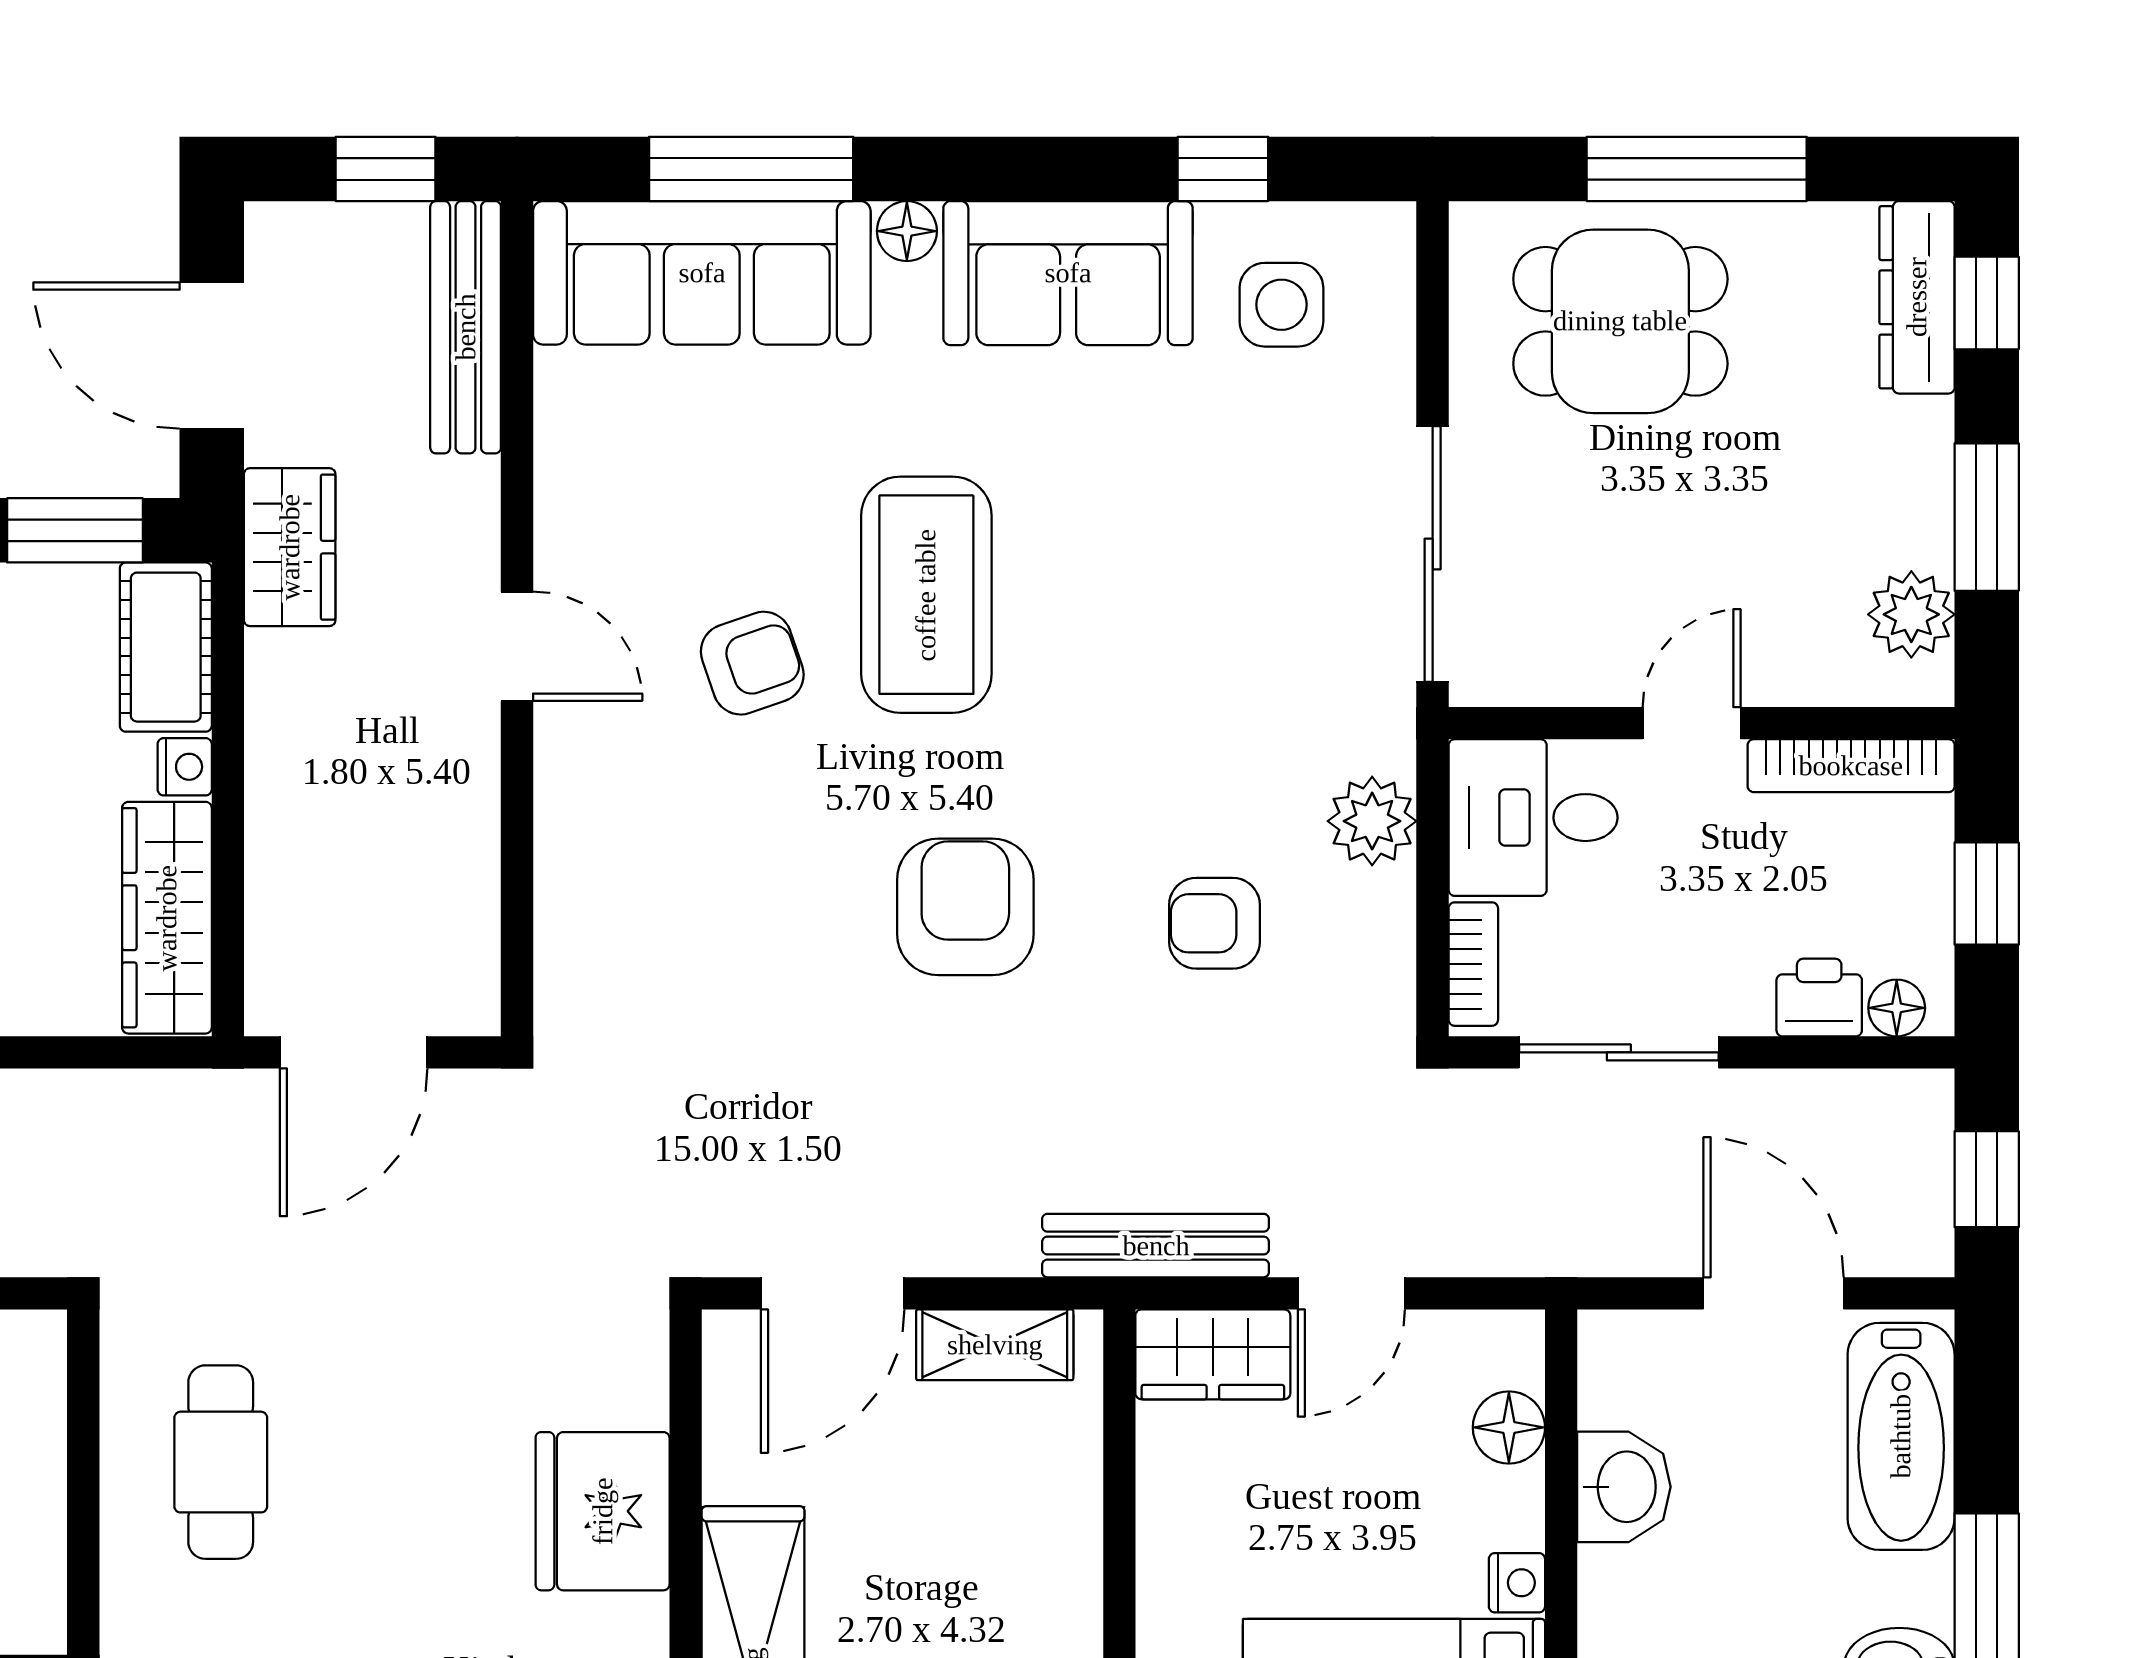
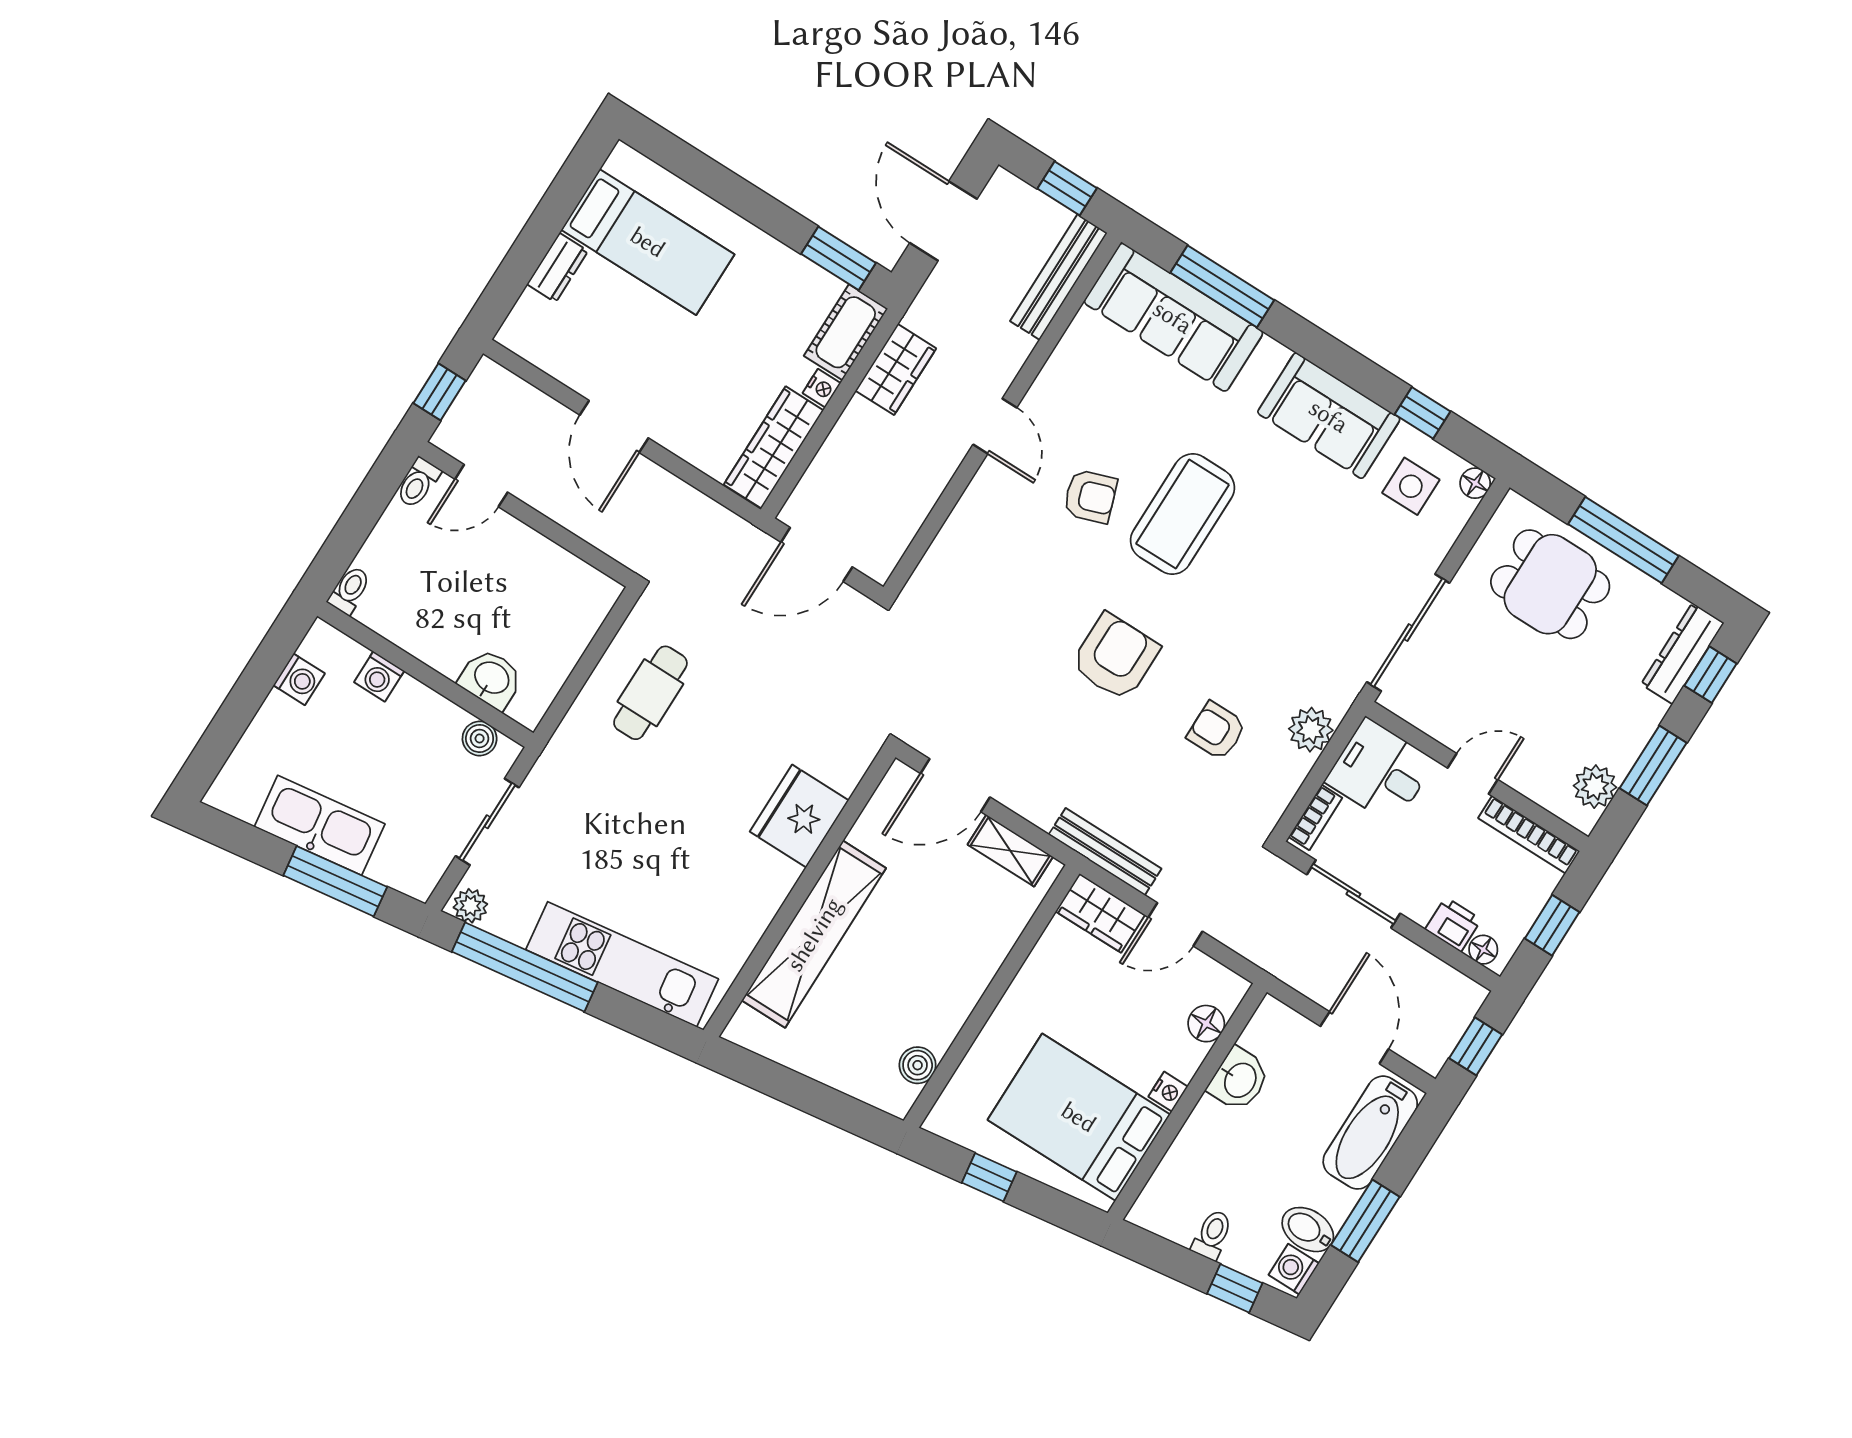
floor lamp: (907, 231) -> (1475, 483), moved
wardrobe: (290, 547) -> (896, 369), moved

